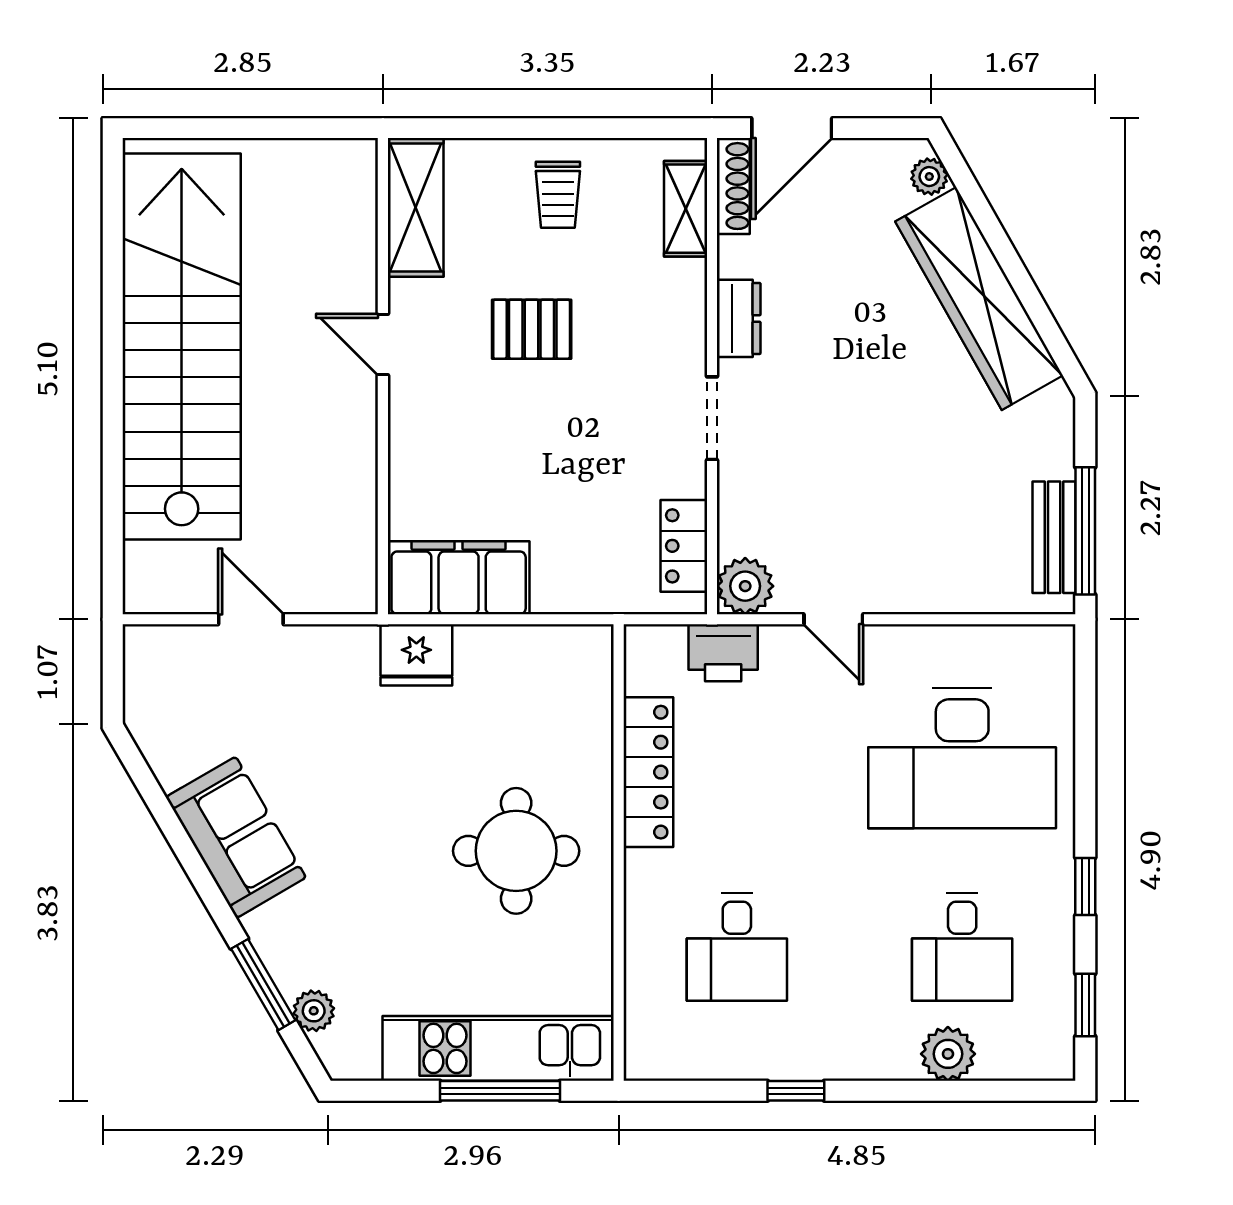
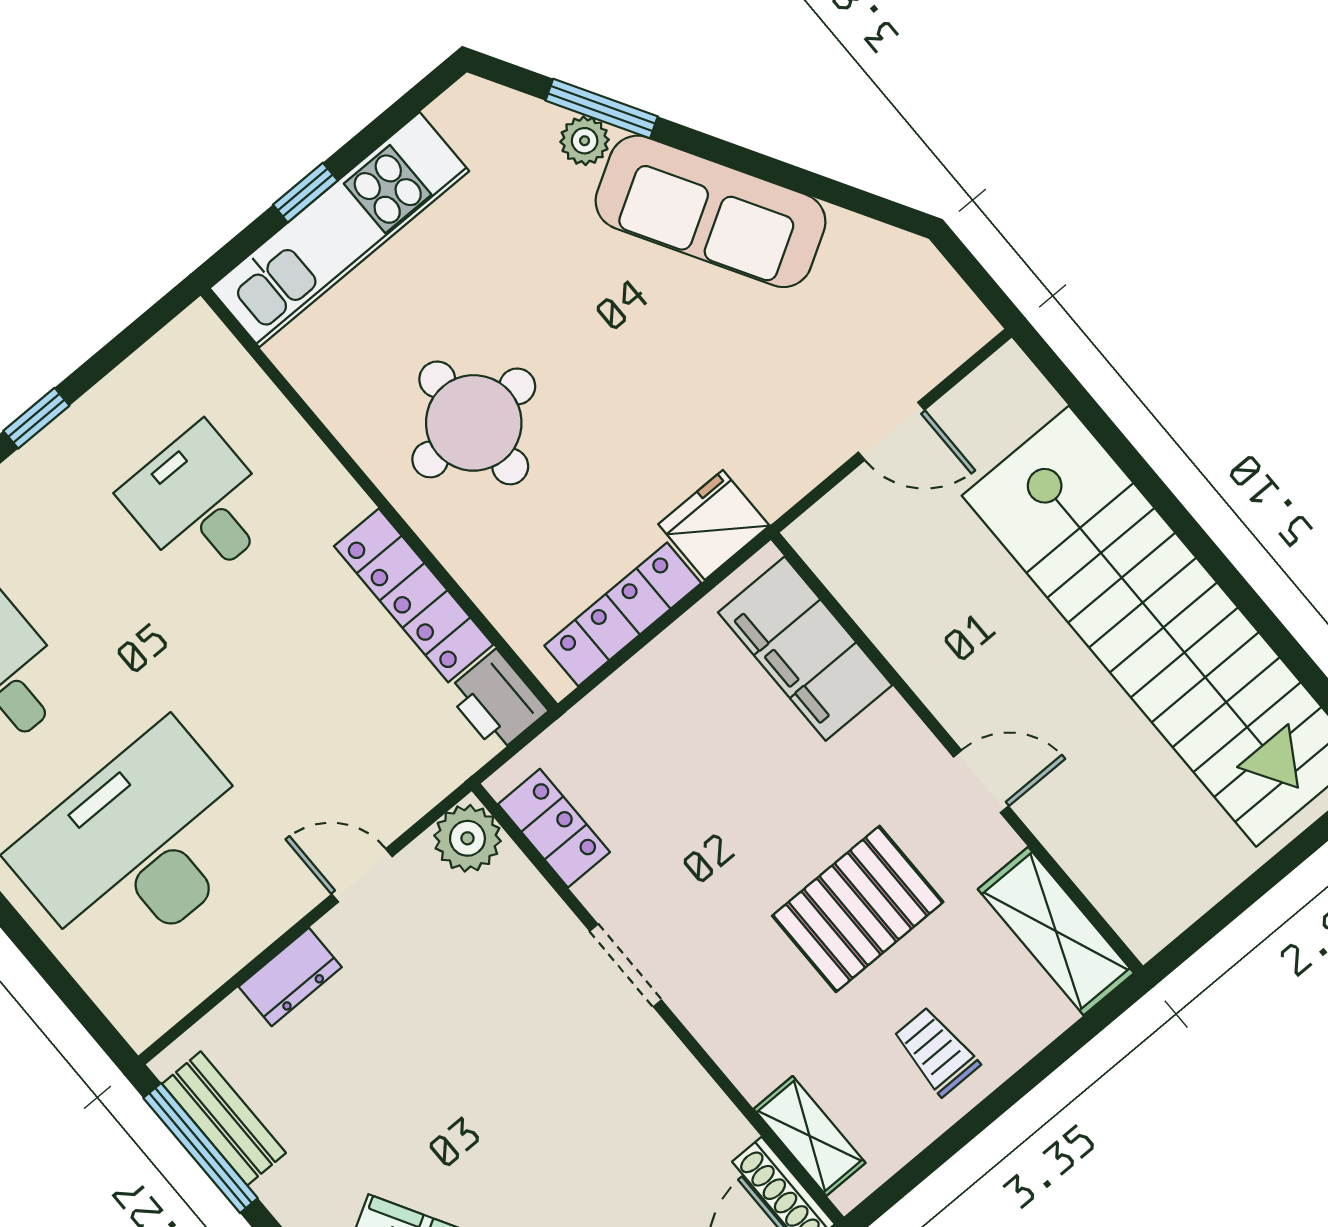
dresser: (739, 318) -> (290, 977), moved, turned -90
pallet: (532, 329) -> (858, 909), width x1.50, depth x1.42
filing cabinet: (459, 578) -> (805, 649), moved, turned 90
locker: (524, 647) -> (623, 614), added
printer: (723, 653) -> (497, 701), moved, turned -90
sofa: (236, 837) -> (711, 211), width x1.36
plant: (314, 1011) -> (585, 141), moved
window: (500, 1091) -> (305, 193), width x0.46

